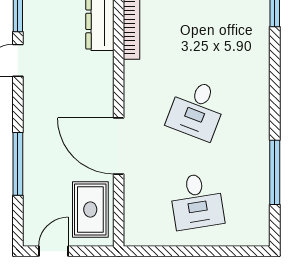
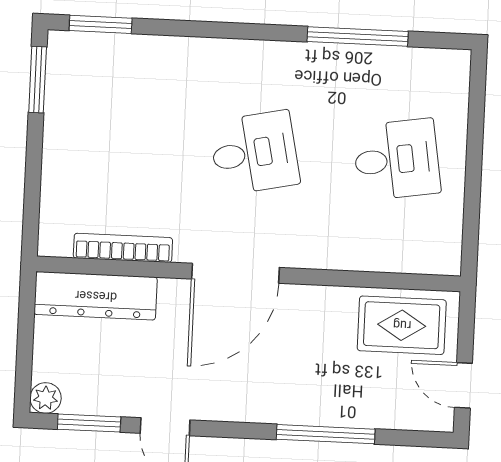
desk: (197, 109) -> (254, 153), turned -33
door: (119, 146) -> (235, 273), moved

